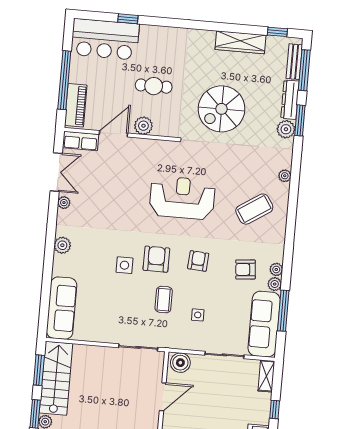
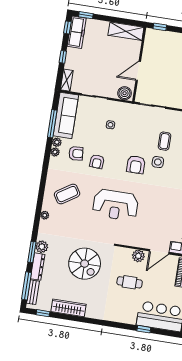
spiral stairs: (221, 109) -> (85, 264), turned 90
armchair: (198, 261) -> (97, 162), moved
coffee table: (164, 300) -> (164, 141), moved

